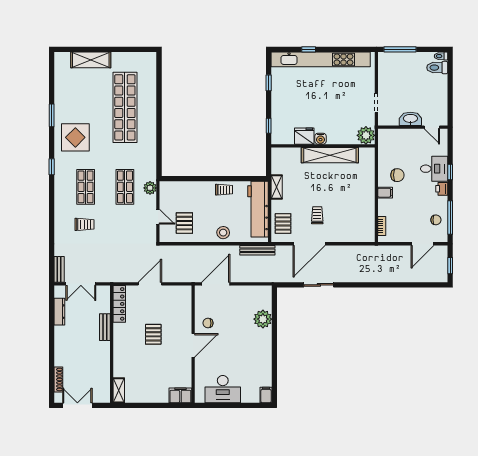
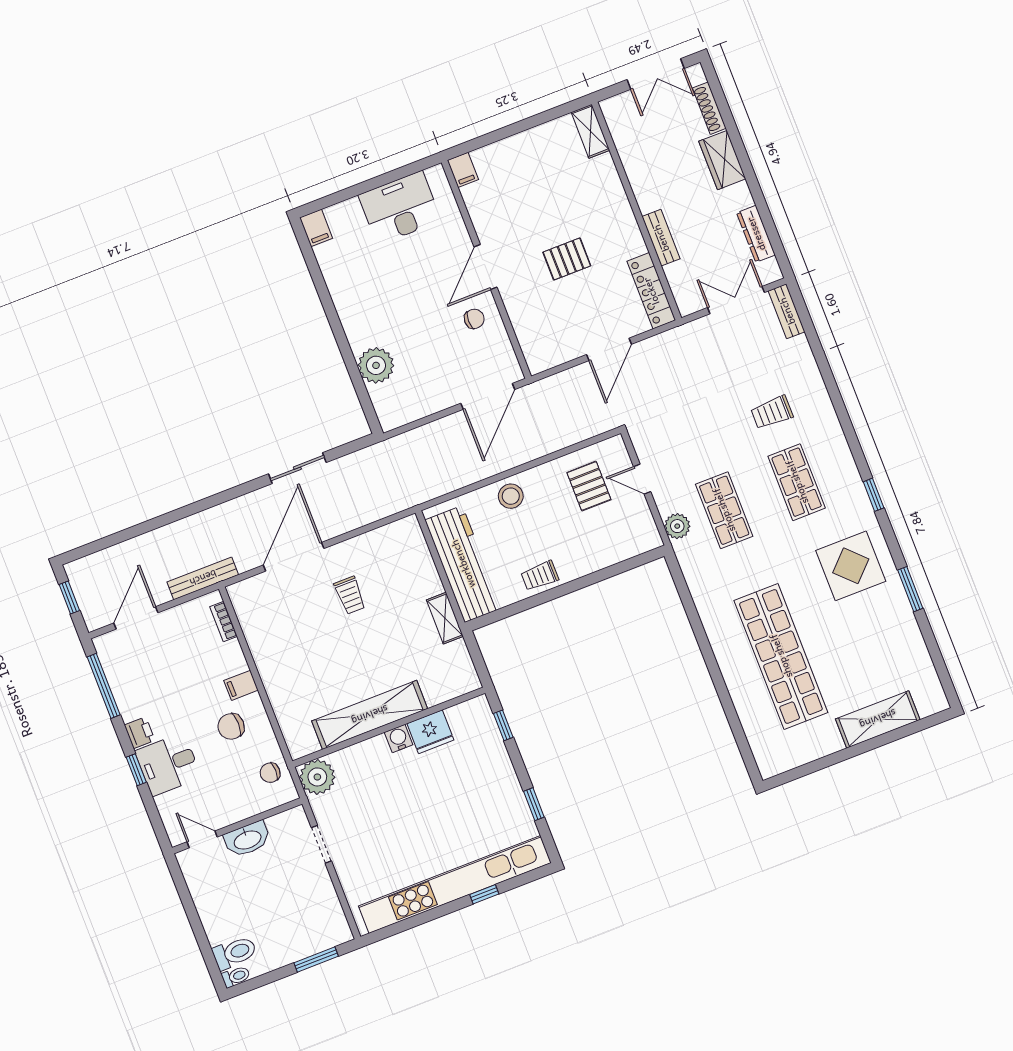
window: (400, 49) -> (316, 959), width x0.69
chair: (436, 220) -> (270, 773), moved
pallet: (283, 224) -> (407, 556), removed
door: (309, 244) -> (294, 557), moved
bench: (257, 250) -> (203, 578), moved
pallet: (153, 334) -> (567, 259), turned 90
wardrobe: (62, 353) -> (722, 160), added
filing cabinet: (180, 395) -> (463, 170), width x0.50

